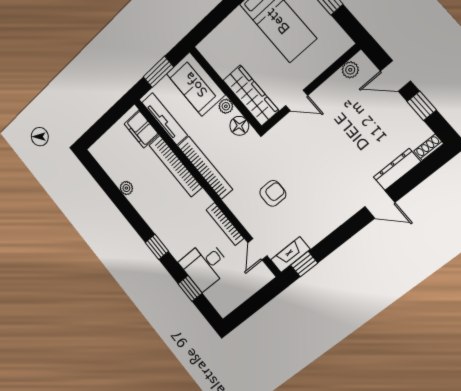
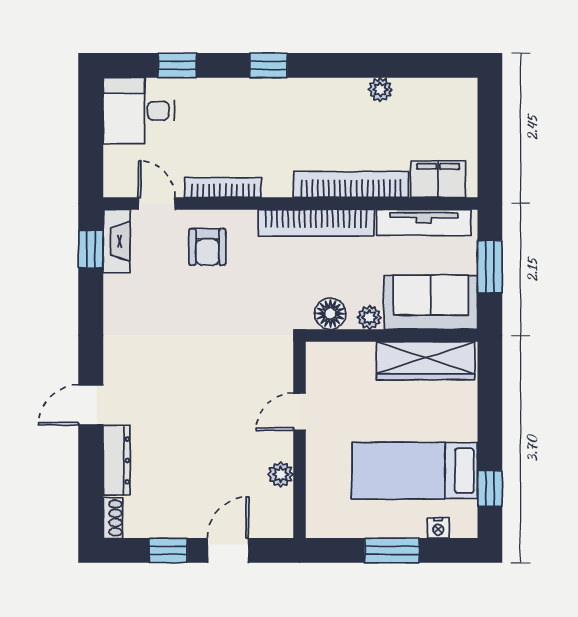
plant: (350, 70) -> (281, 474), moved
wardrobe: (251, 95) -> (425, 361), moved
armchair: (273, 193) -> (207, 247), moved
desk: (205, 265) -> (139, 111), moved, turned -90

